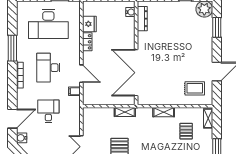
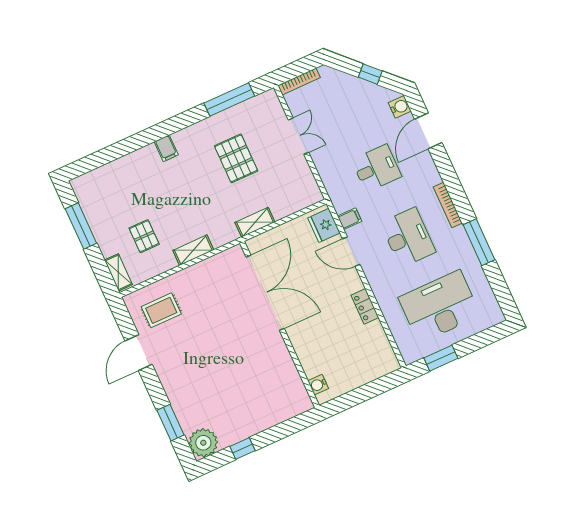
dresser: (142, 19) -> (295, 383), removed
fridge: (89, 24) -> (324, 225), moved
desk: (48, 111) -> (376, 168), turned -90

